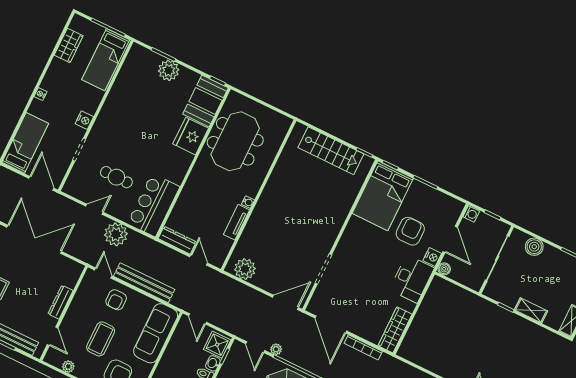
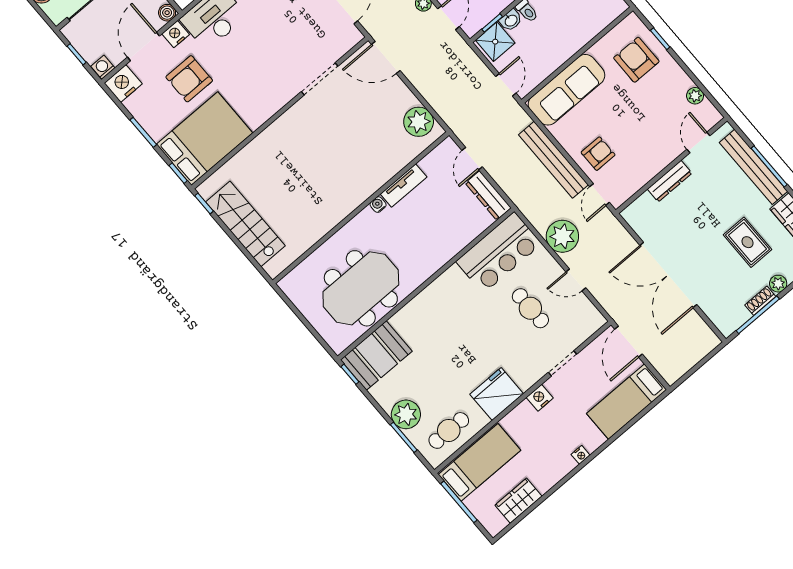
cafe table: (135, 72) -> (449, 430), added
fridge: (191, 136) -> (497, 394), moved, turned 180
nightstand: (453, 209) -> (123, 84), added
coffee table: (101, 339) -> (639, 113), removed

